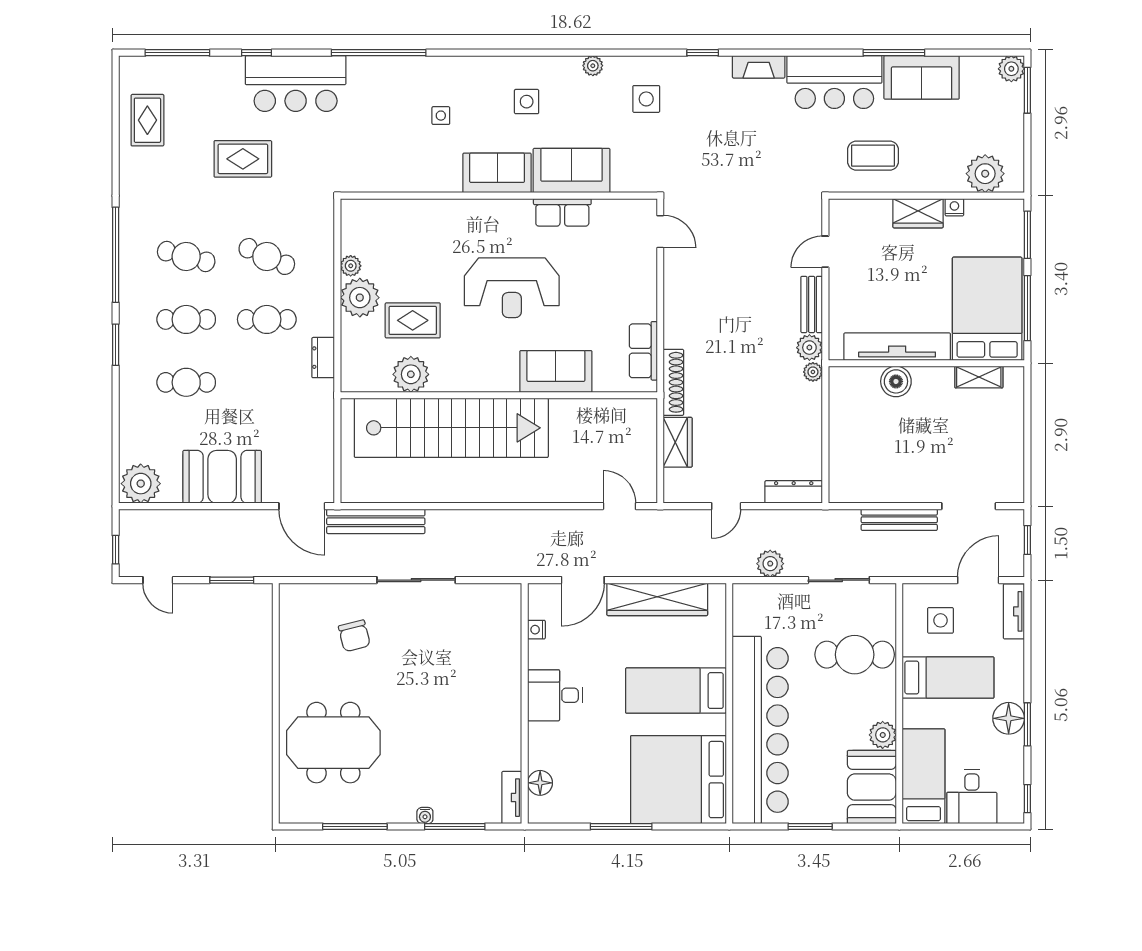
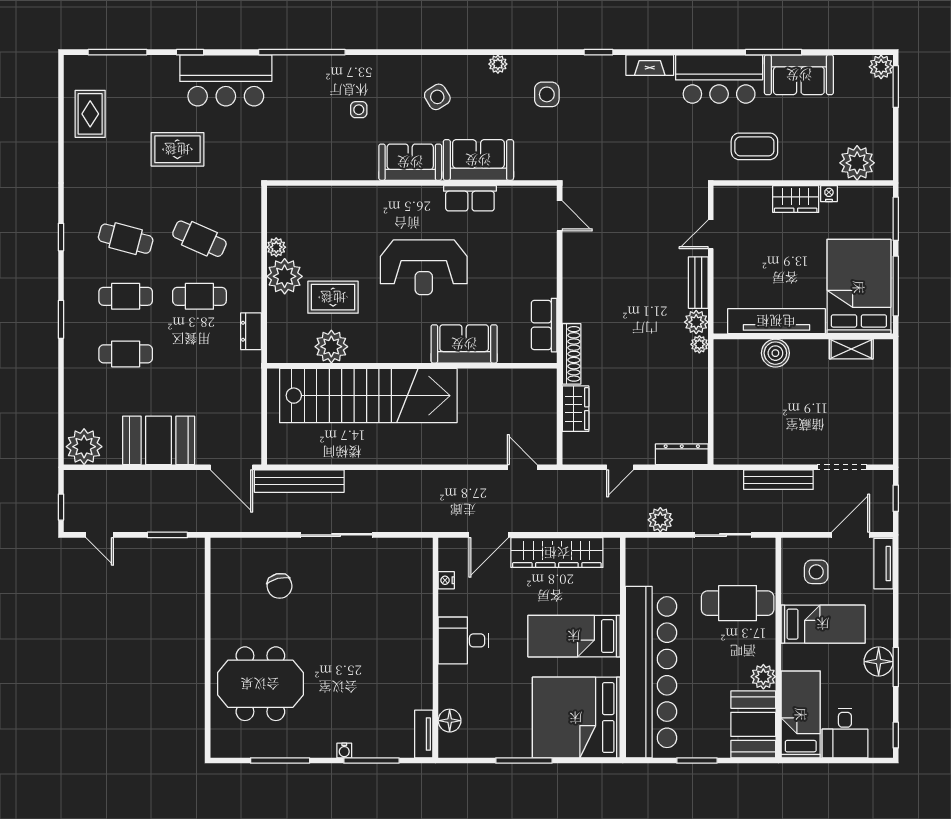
side table: (527, 102) -> (437, 97), turned -32
window: (116, 255) -> (61, 237), width x0.32

